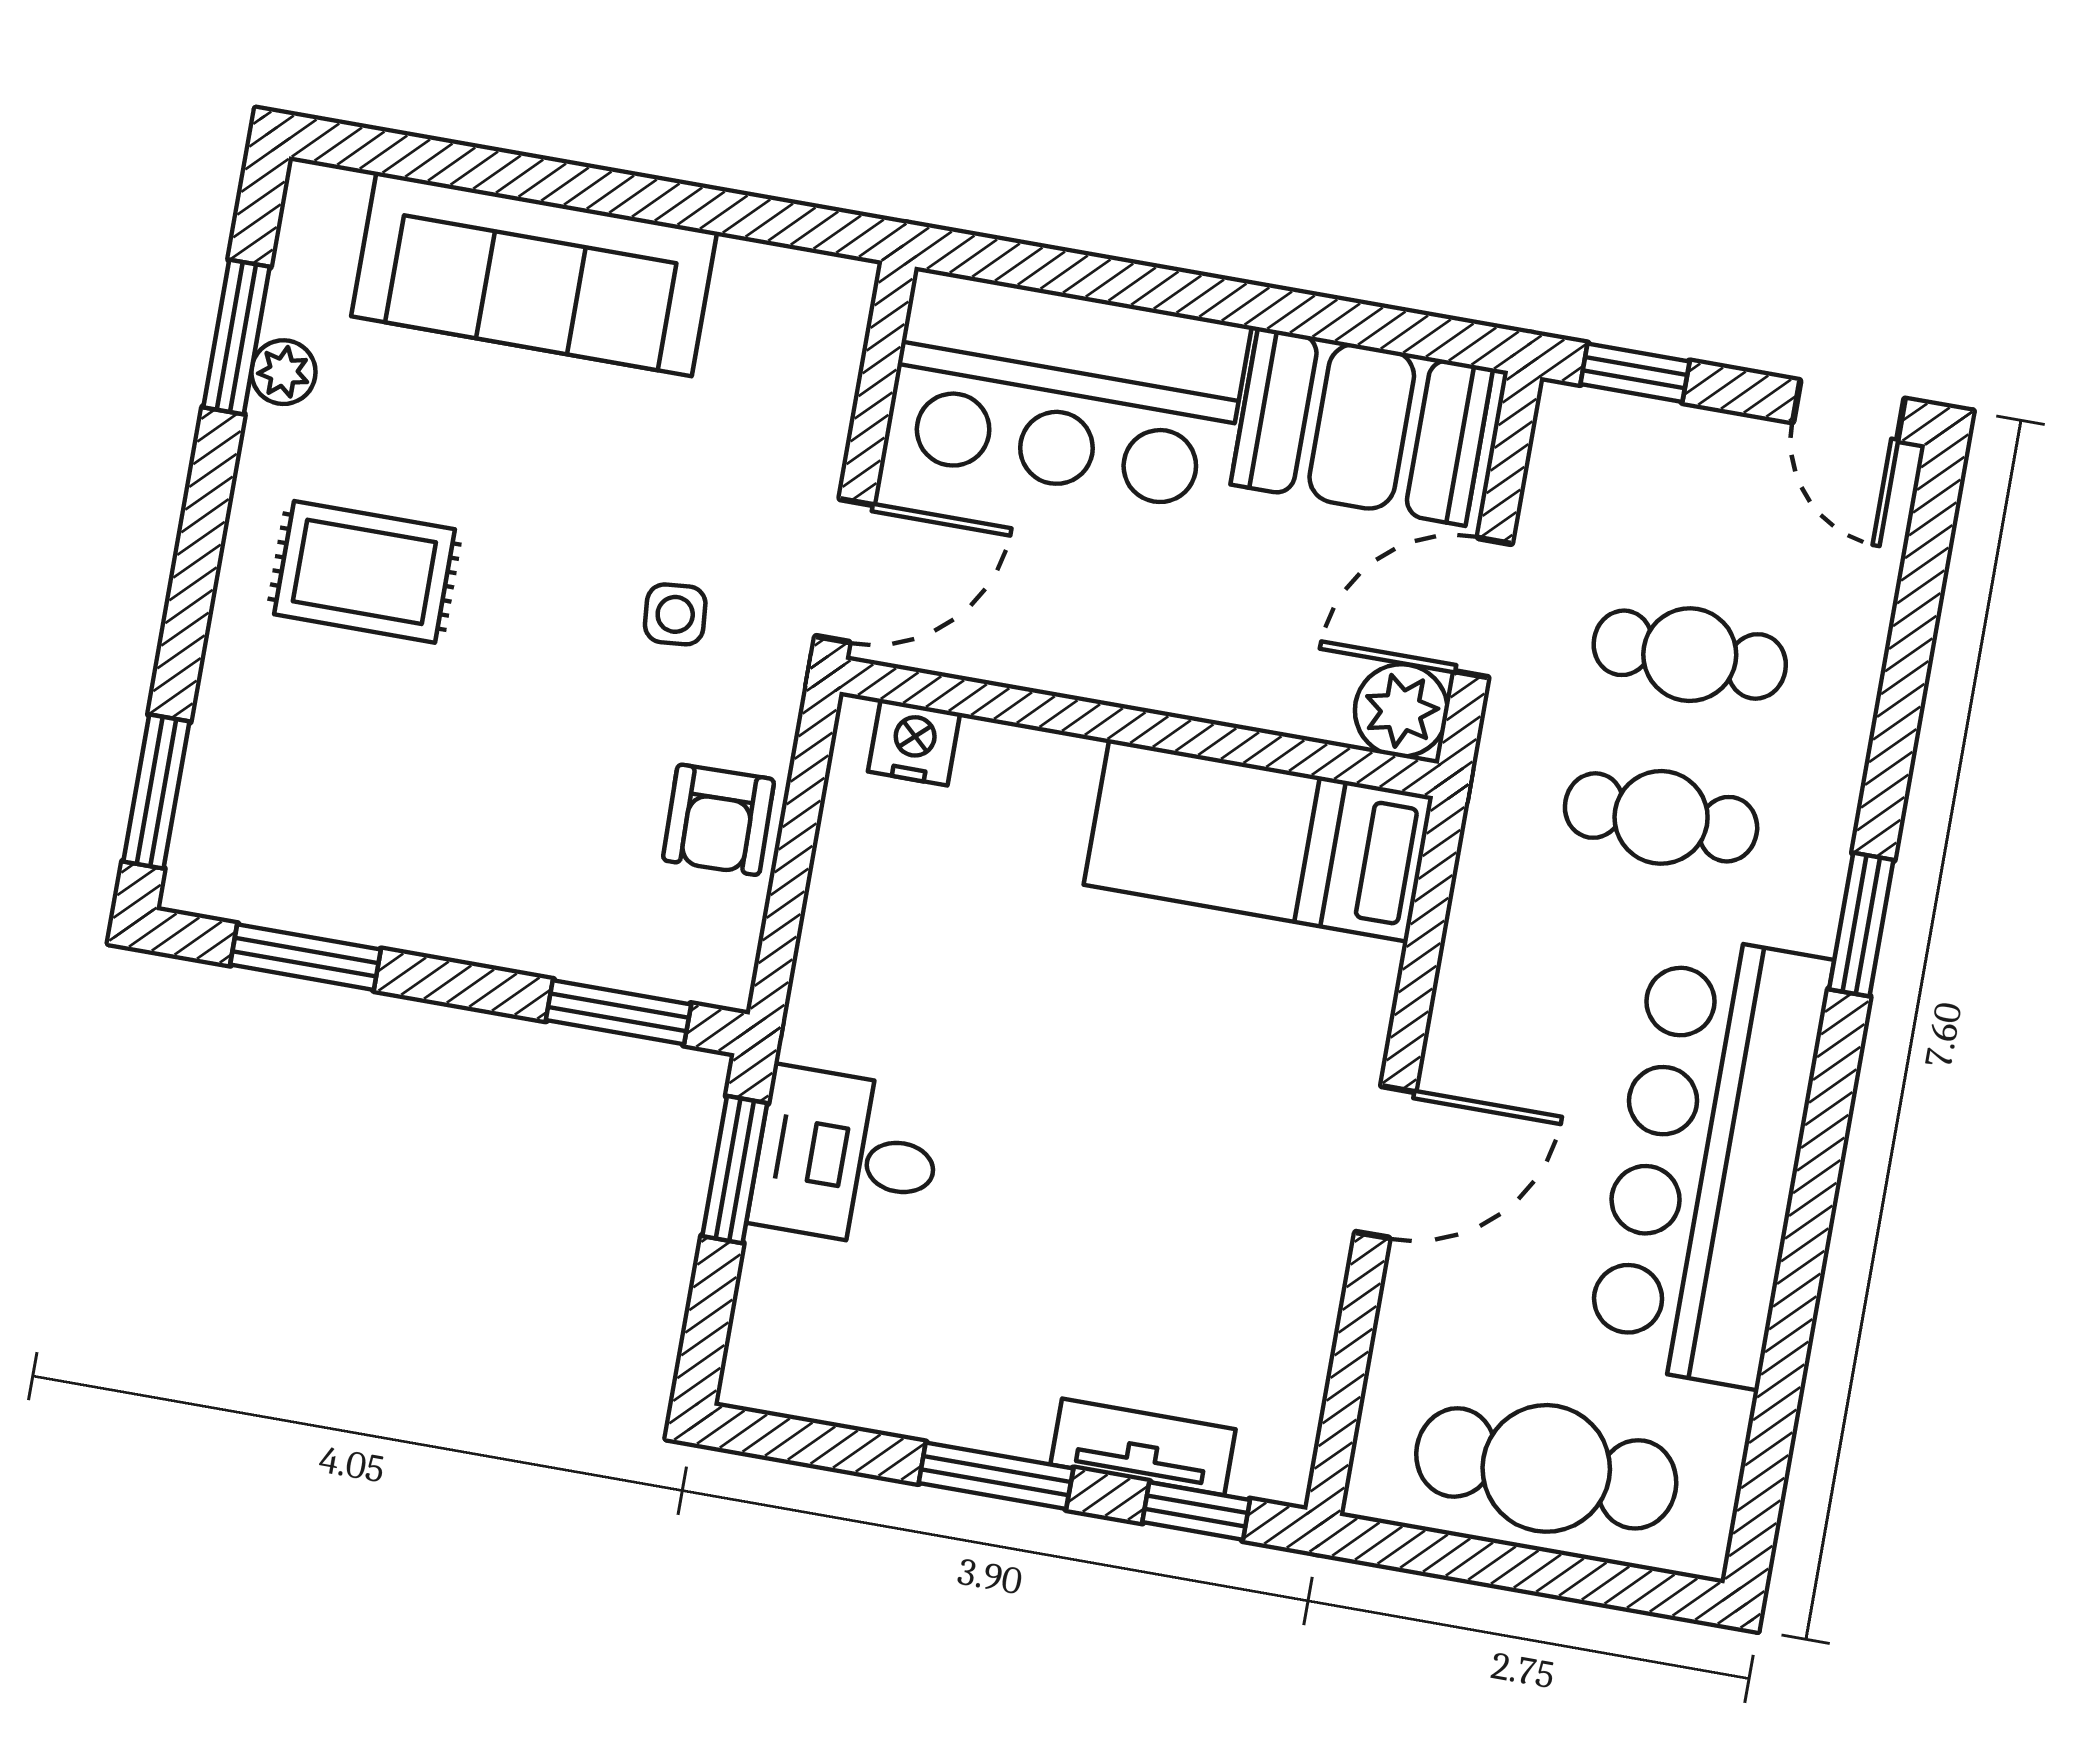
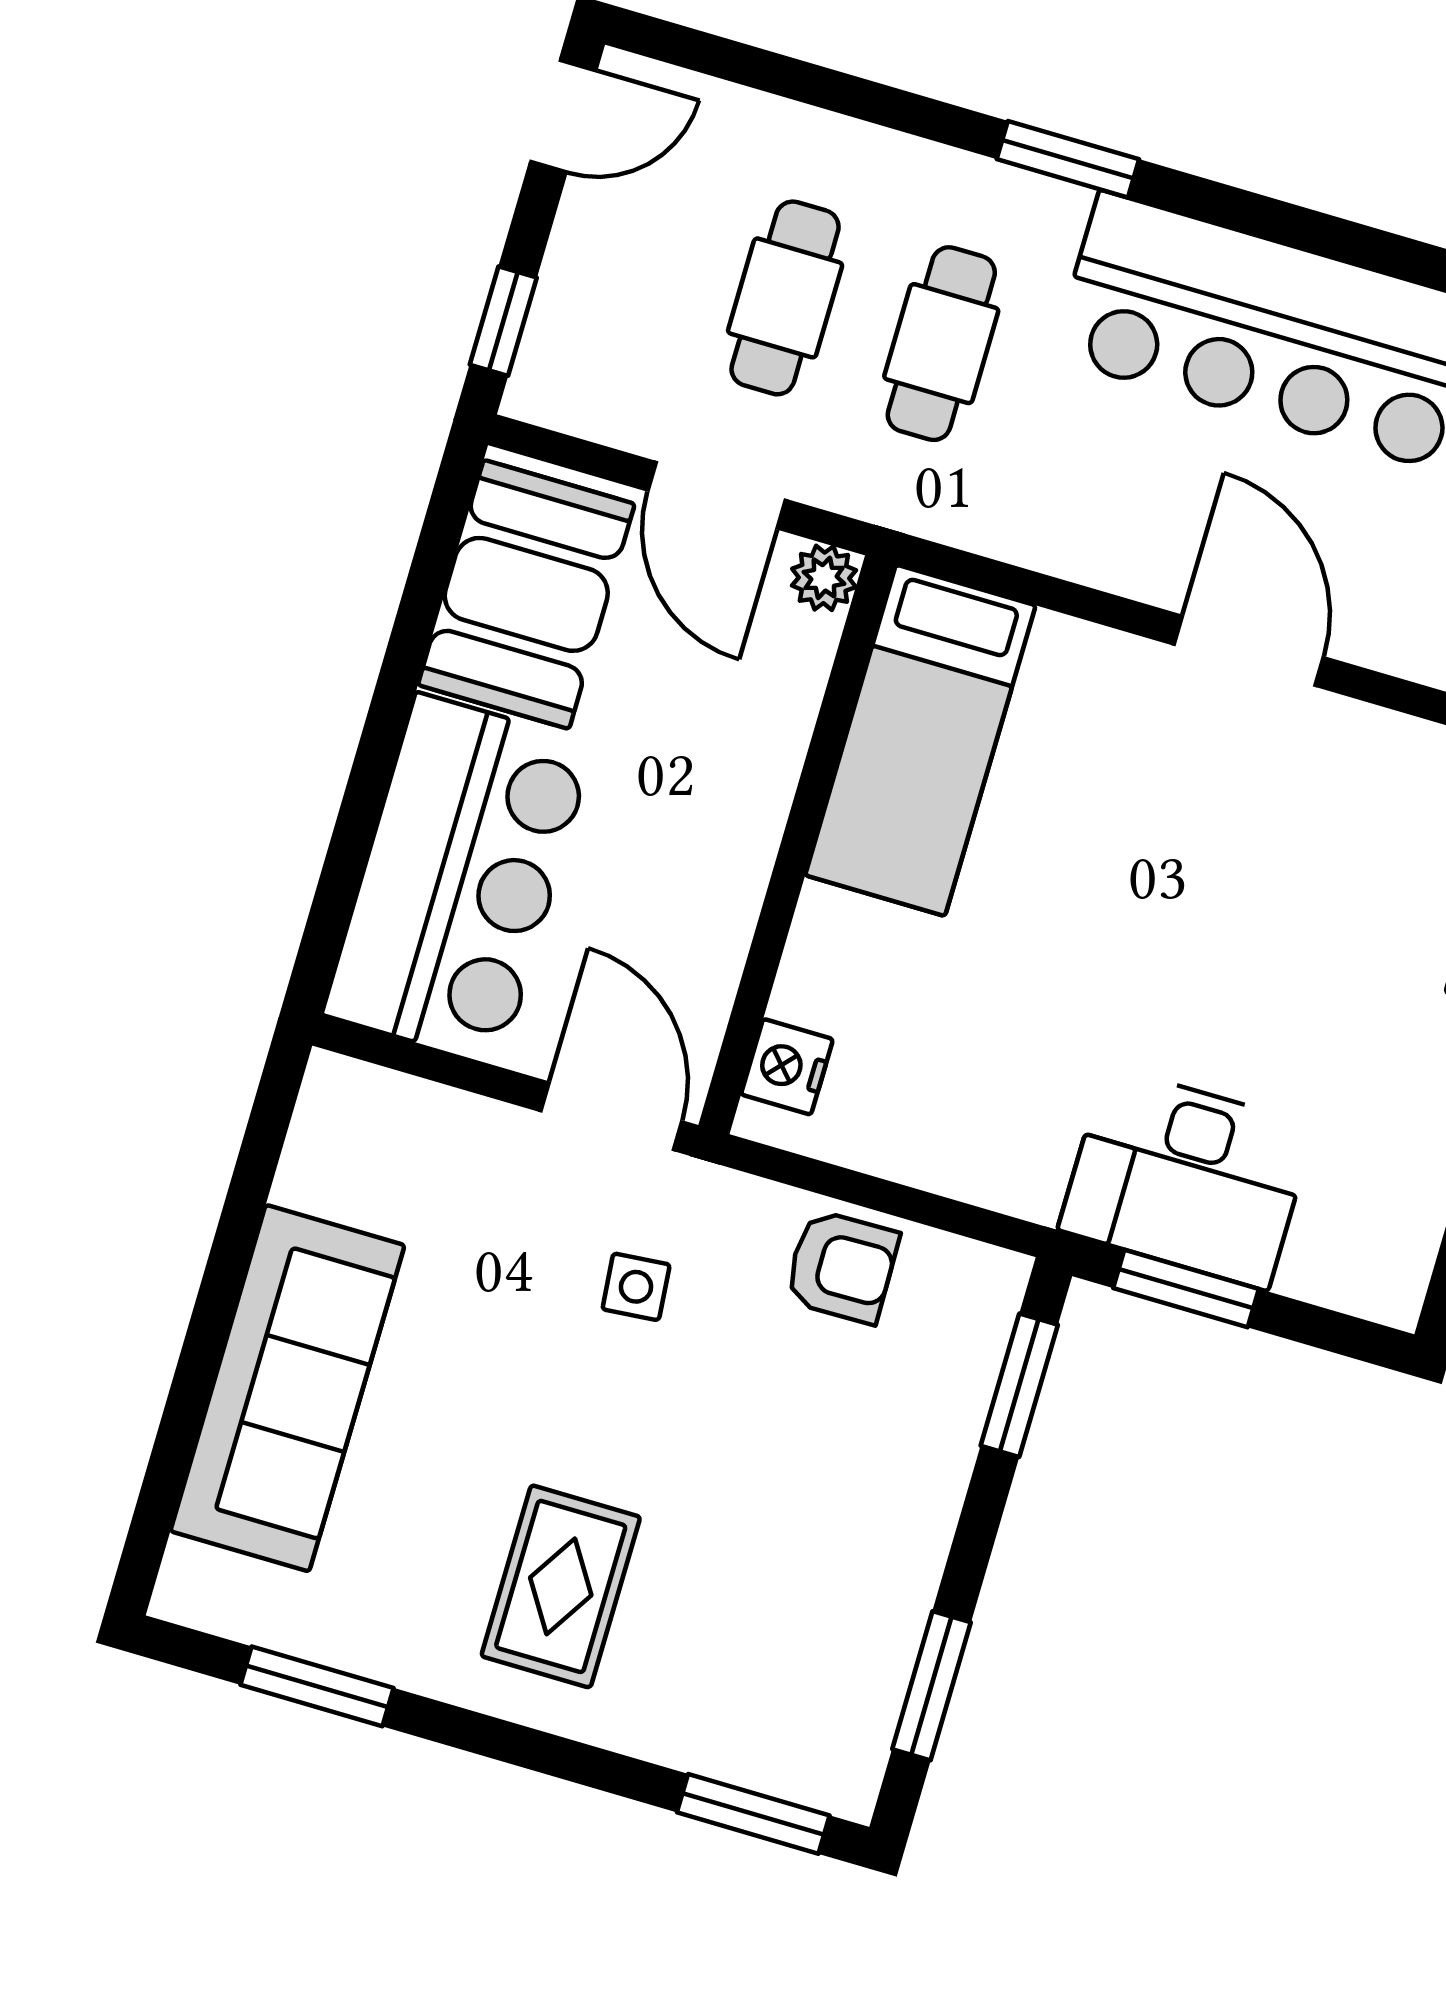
plant: (283, 372) -> (356, 1644), removed
plant: (1401, 710) -> (824, 578), width x0.73, depth x0.73
desk: (846, 1158) -> (1187, 1178), width x1.37

